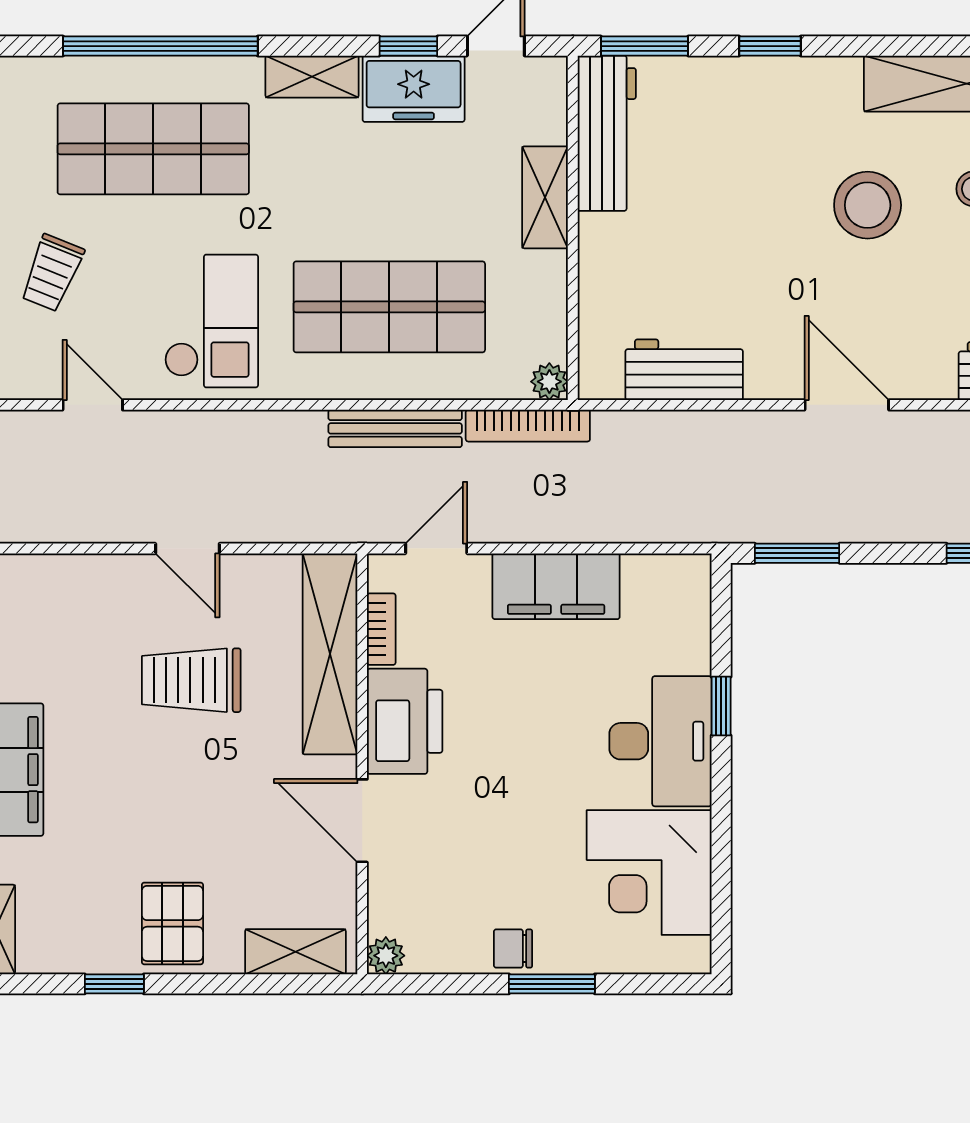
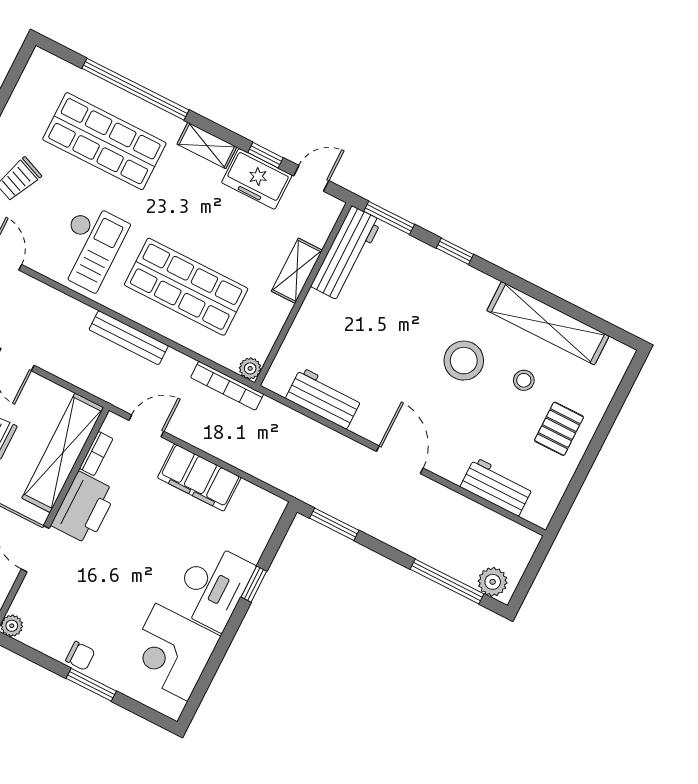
bench: (395, 428) -> (129, 338), moved
chair: (513, 949) -> (80, 656), turned 180

